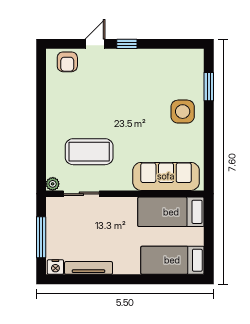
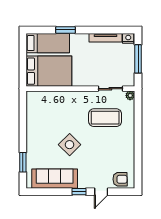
armchair: (67, 62) -> (120, 179), turned 89
side table: (183, 112) -> (70, 145), moved, turned 45
sofa: (166, 176) -> (55, 179), moved, turned 180
bed: (171, 212) -> (49, 71), width x1.50
window: (147, 279) -> (65, 30), added

